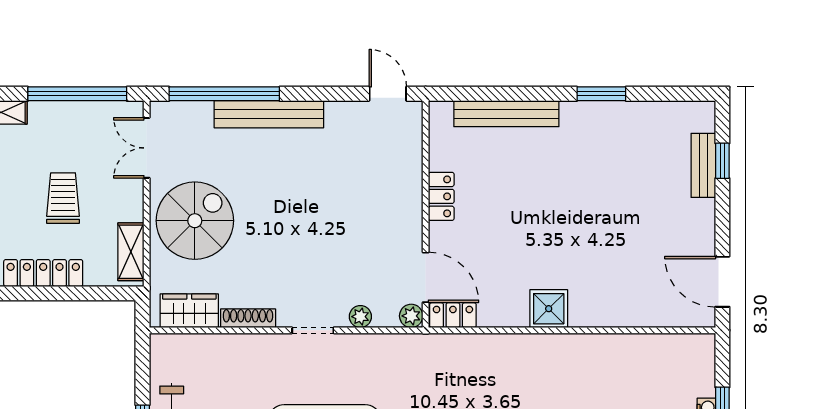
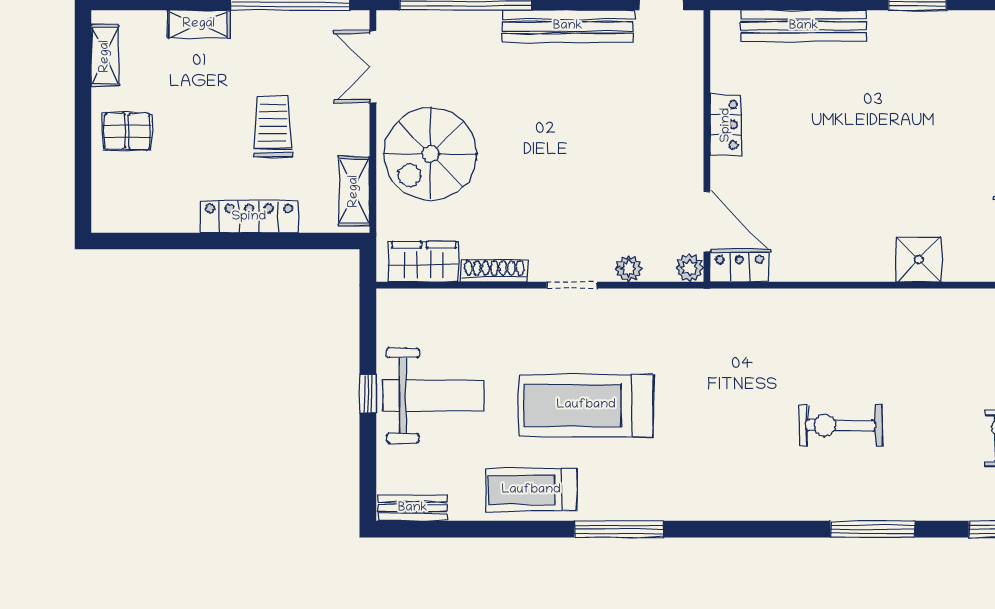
bench: (269, 114) -> (568, 26), moved
spiral stairs: (195, 221) -> (431, 154), turned 180
shower: (549, 309) -> (919, 259), moved

